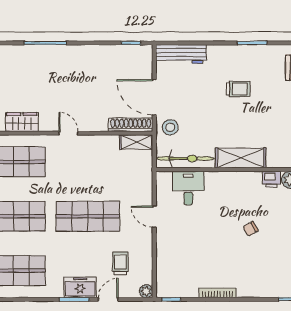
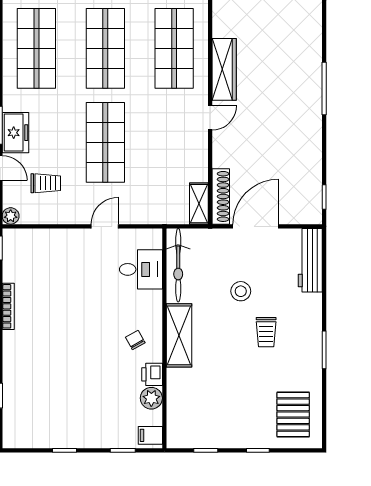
wardrobe: (22, 122) -> (224, 69), width x1.50
stool: (170, 127) -> (241, 291), moved
chair: (251, 229) -> (135, 340), moved

